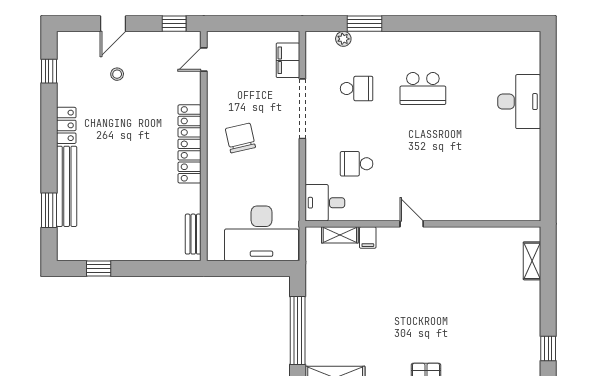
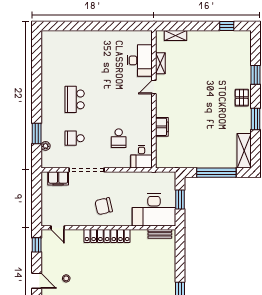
school desk: (357, 89) -> (75, 138), turned -90
school desk: (423, 89) -> (75, 99), turned 180
desk: (519, 102) -> (140, 60), moved, turned 90
door: (412, 224) -> (154, 87), moved
desk: (262, 233) -> (154, 210), moved, turned 90
shelving: (340, 235) -> (160, 63), moved
filing cabinet: (368, 238) -> (162, 127), width x2.00
window: (252, 268) -> (180, 199), added

